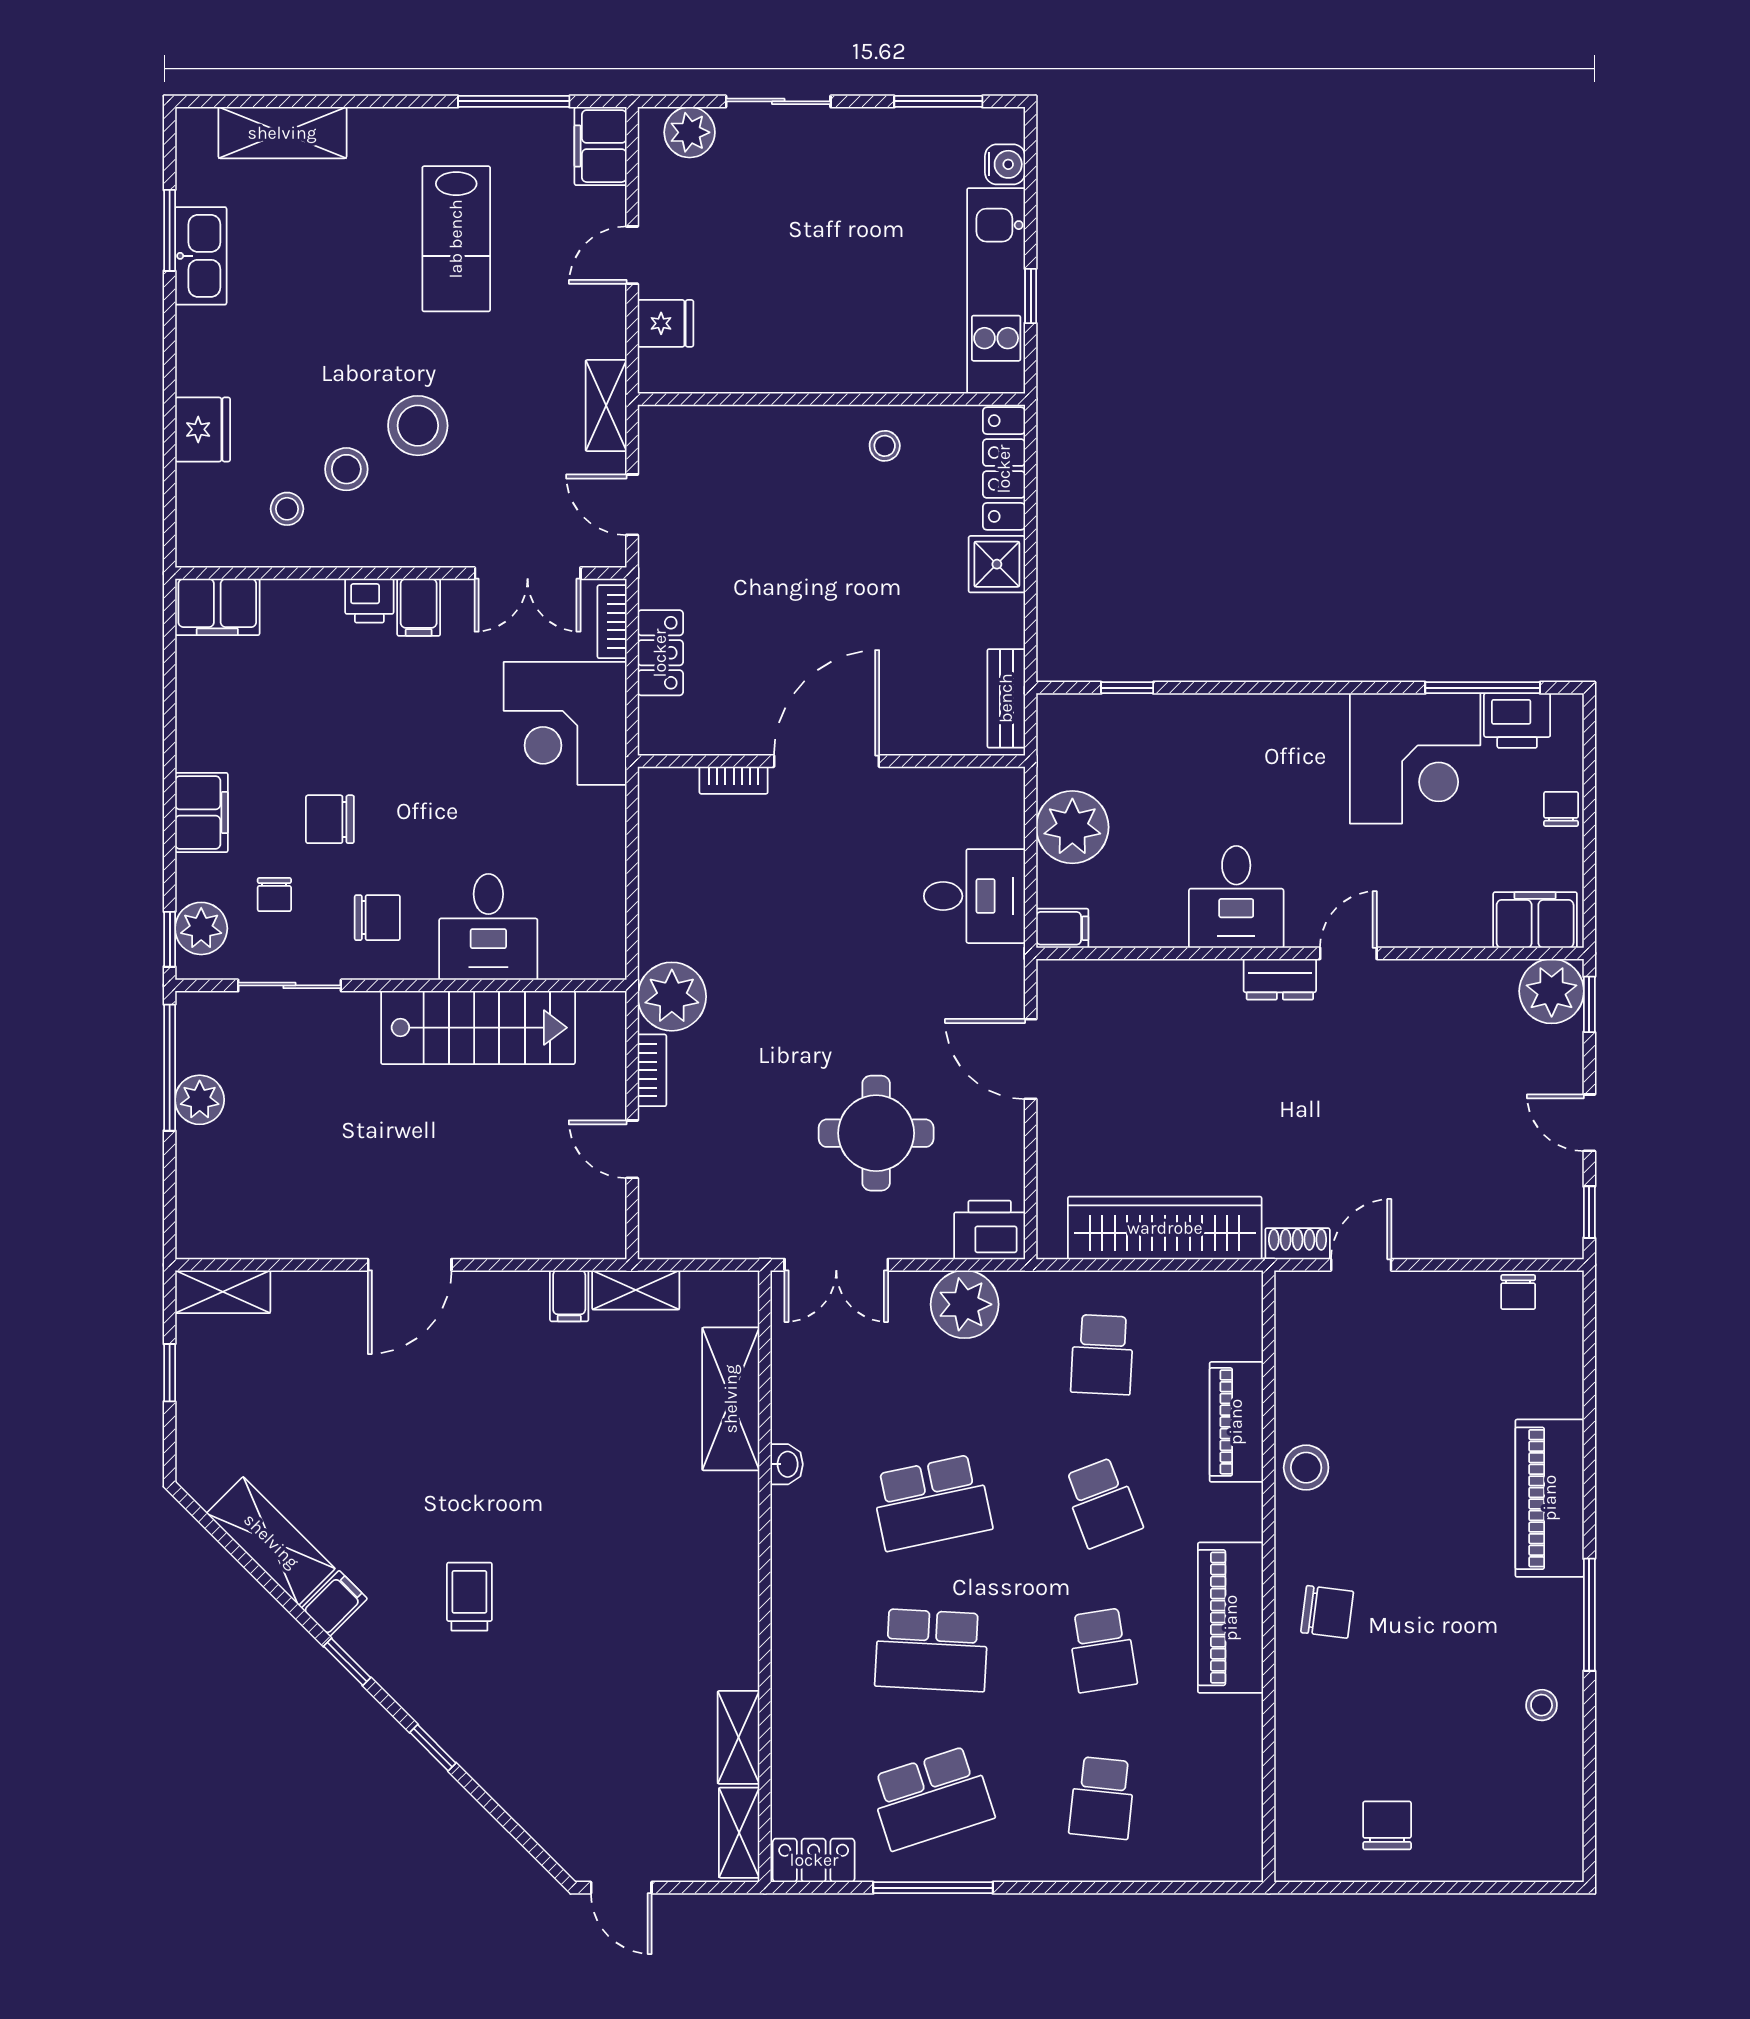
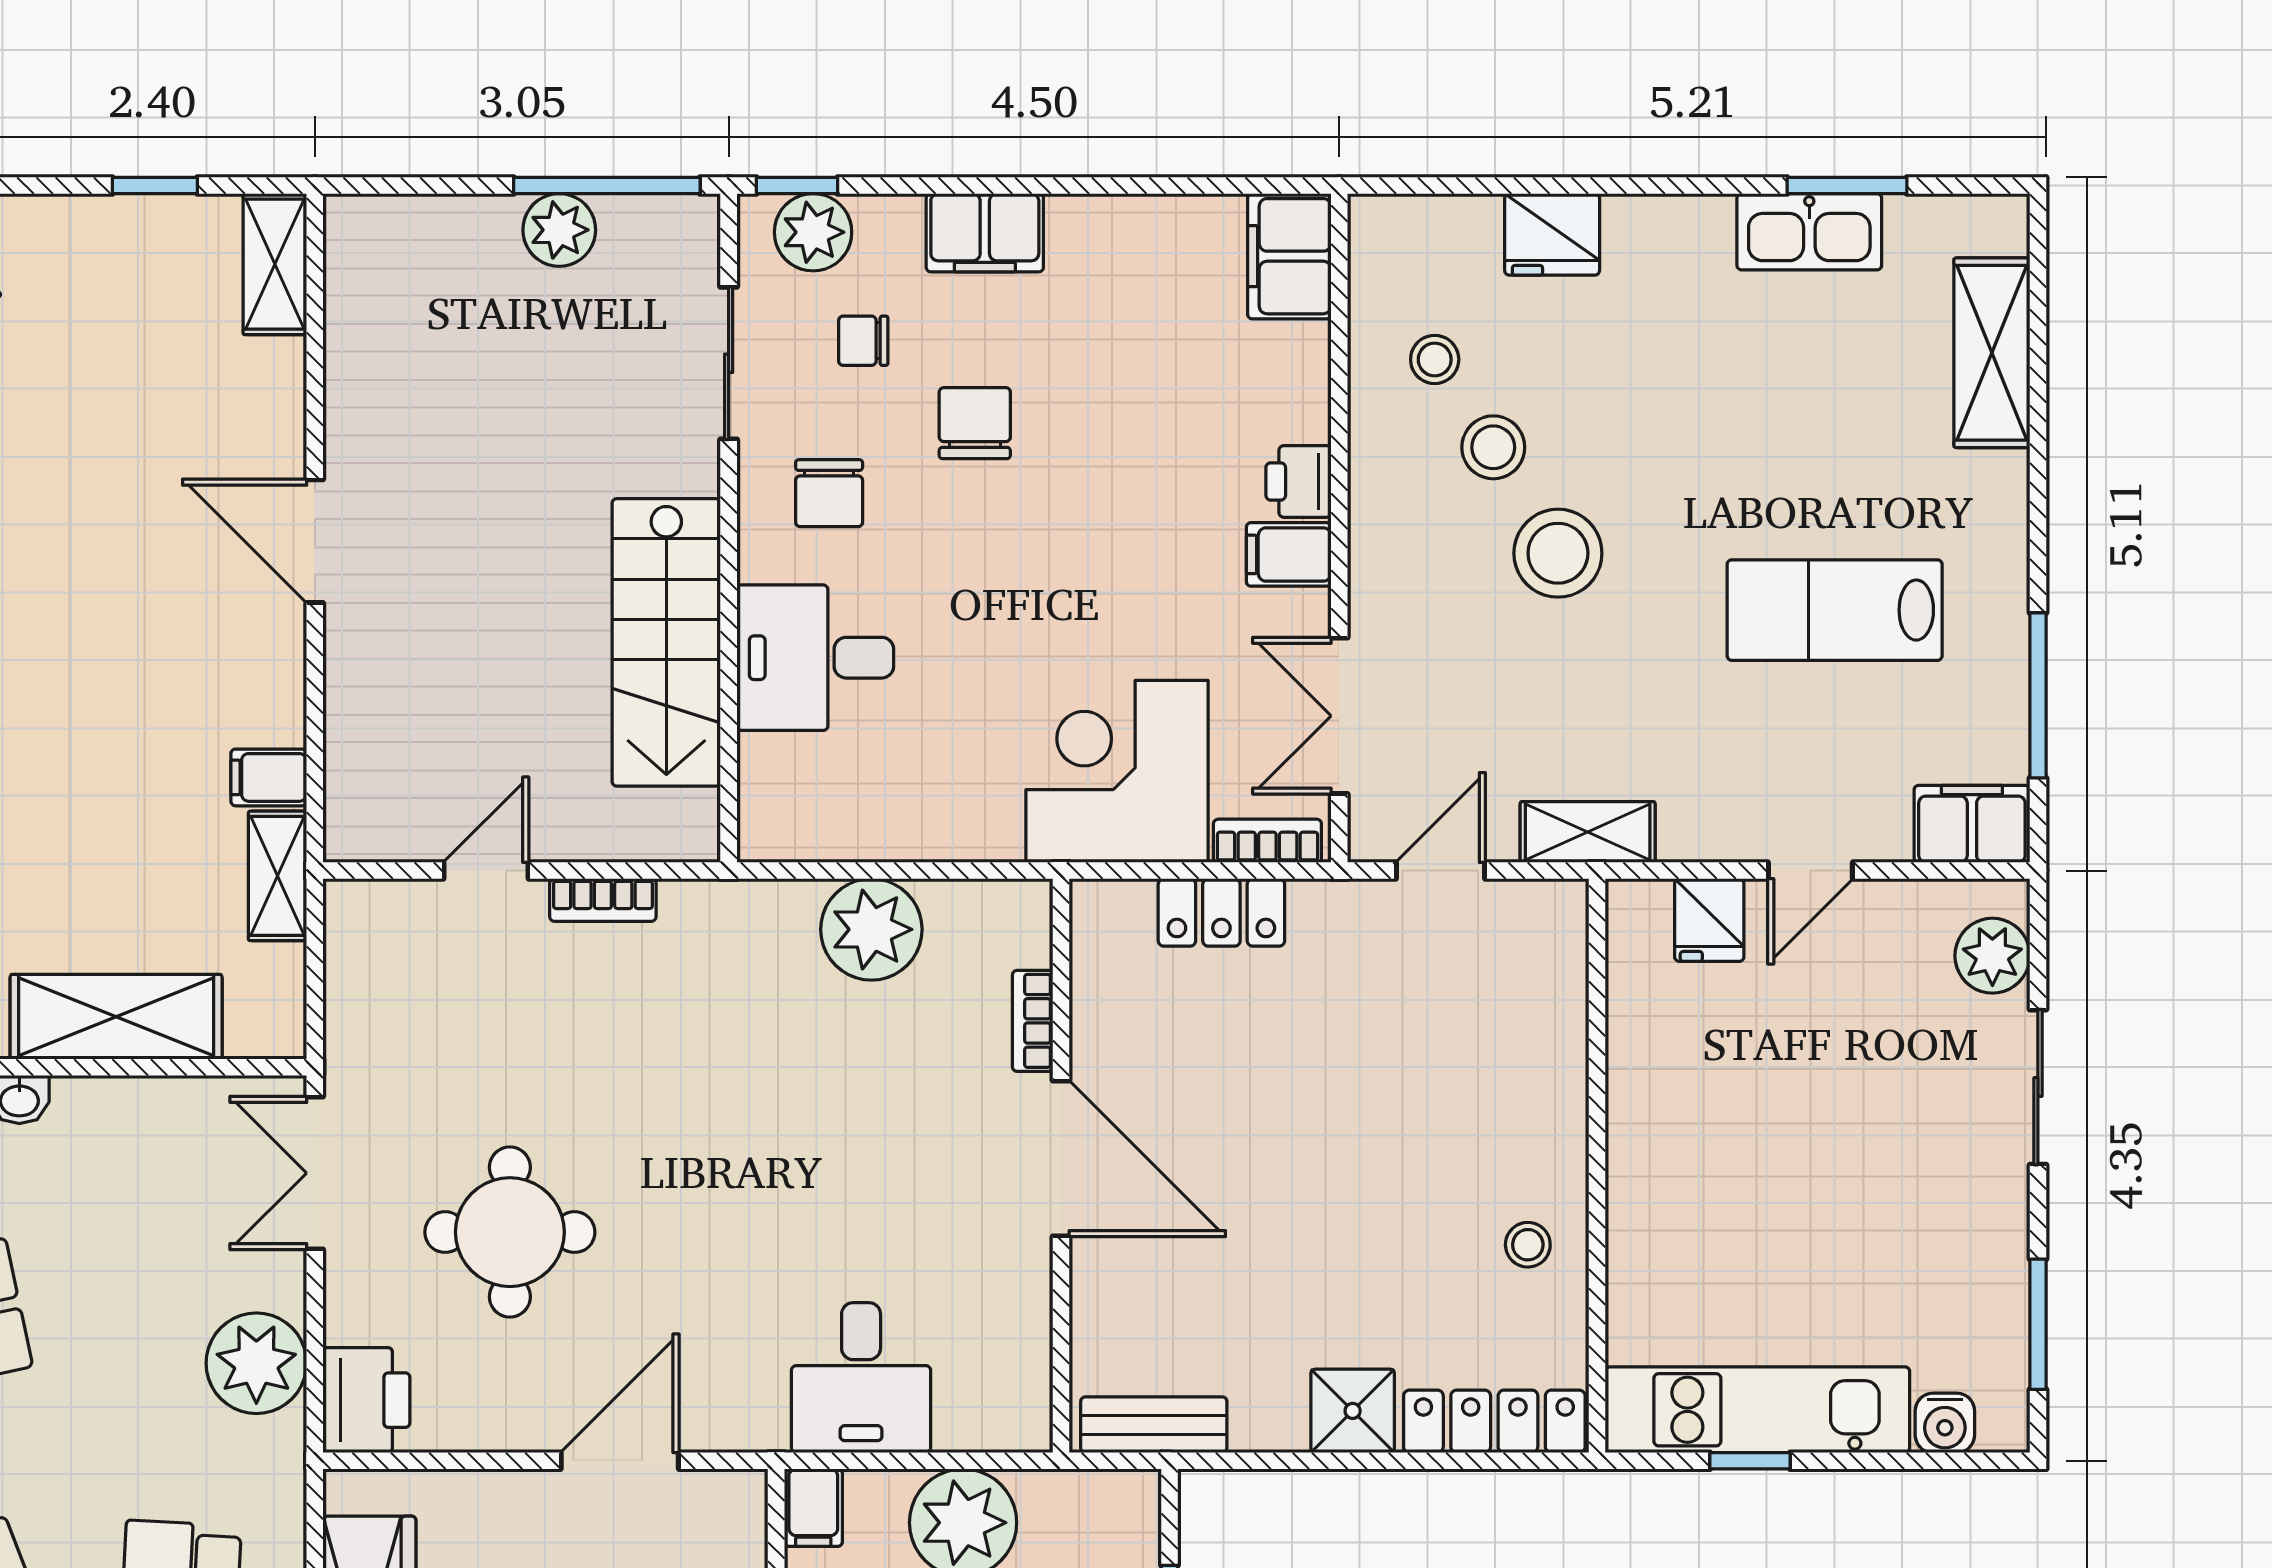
door: (632, 255) -> (1810, 871), swing flipped
plant: (672, 997) -> (871, 929), moved

